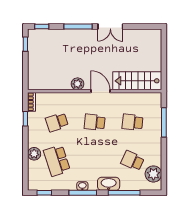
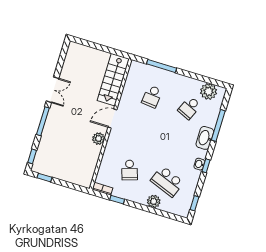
school desk: (95, 122) -> (141, 133), removed
school desk: (57, 161) -> (167, 181), turned 39
window: (83, 193) -> (206, 166), width x0.46

